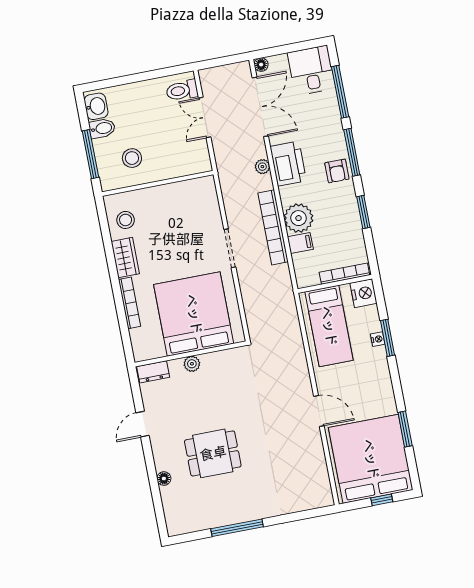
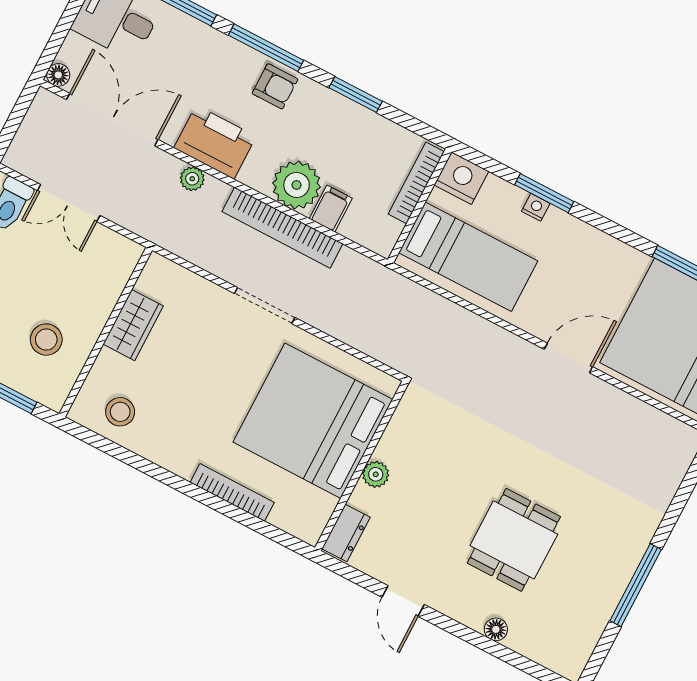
wardrobe: (125, 258) -> (133, 325), moved, turned 90

